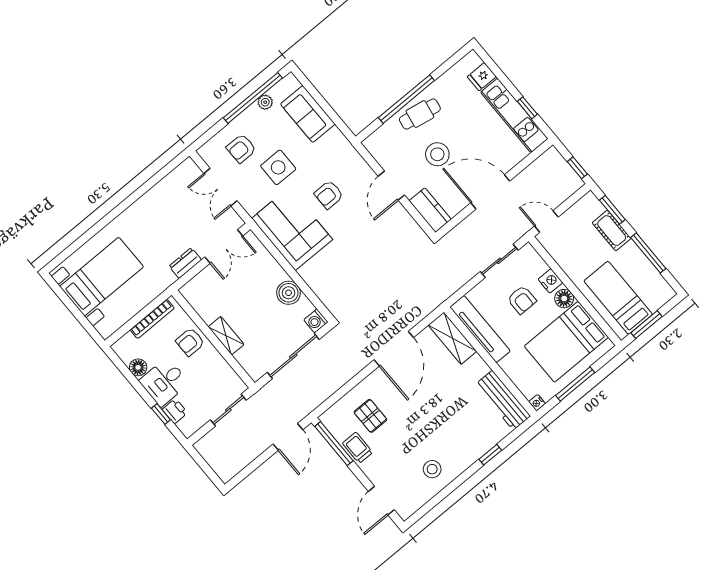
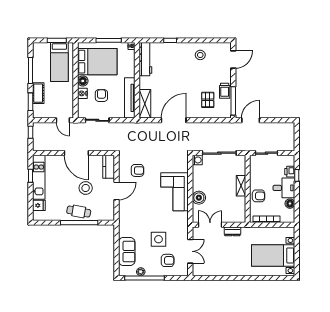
armchair: (329, 195) -> (137, 170), moved
corner sofa: (292, 229) -> (175, 192), moved
boiler: (289, 293) -> (199, 198), moved

